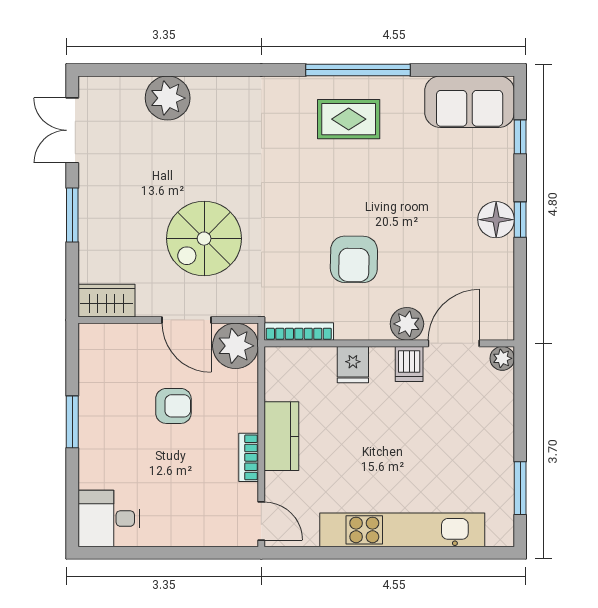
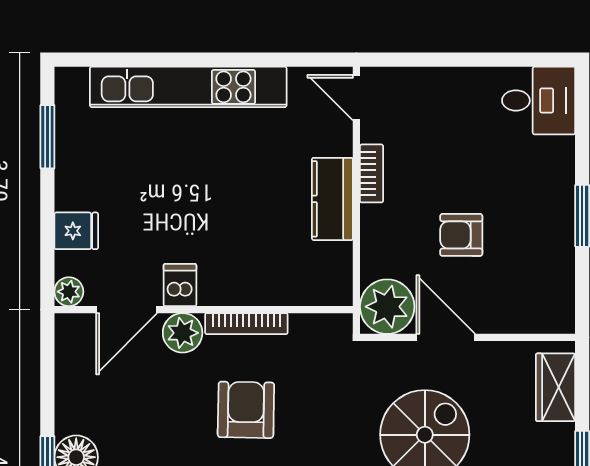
wardrobe: (106, 301) -> (556, 387), moved, turned 90
bookcase: (299, 332) -> (246, 324), moved
fridge: (353, 365) -> (76, 231), moved, turned 90

